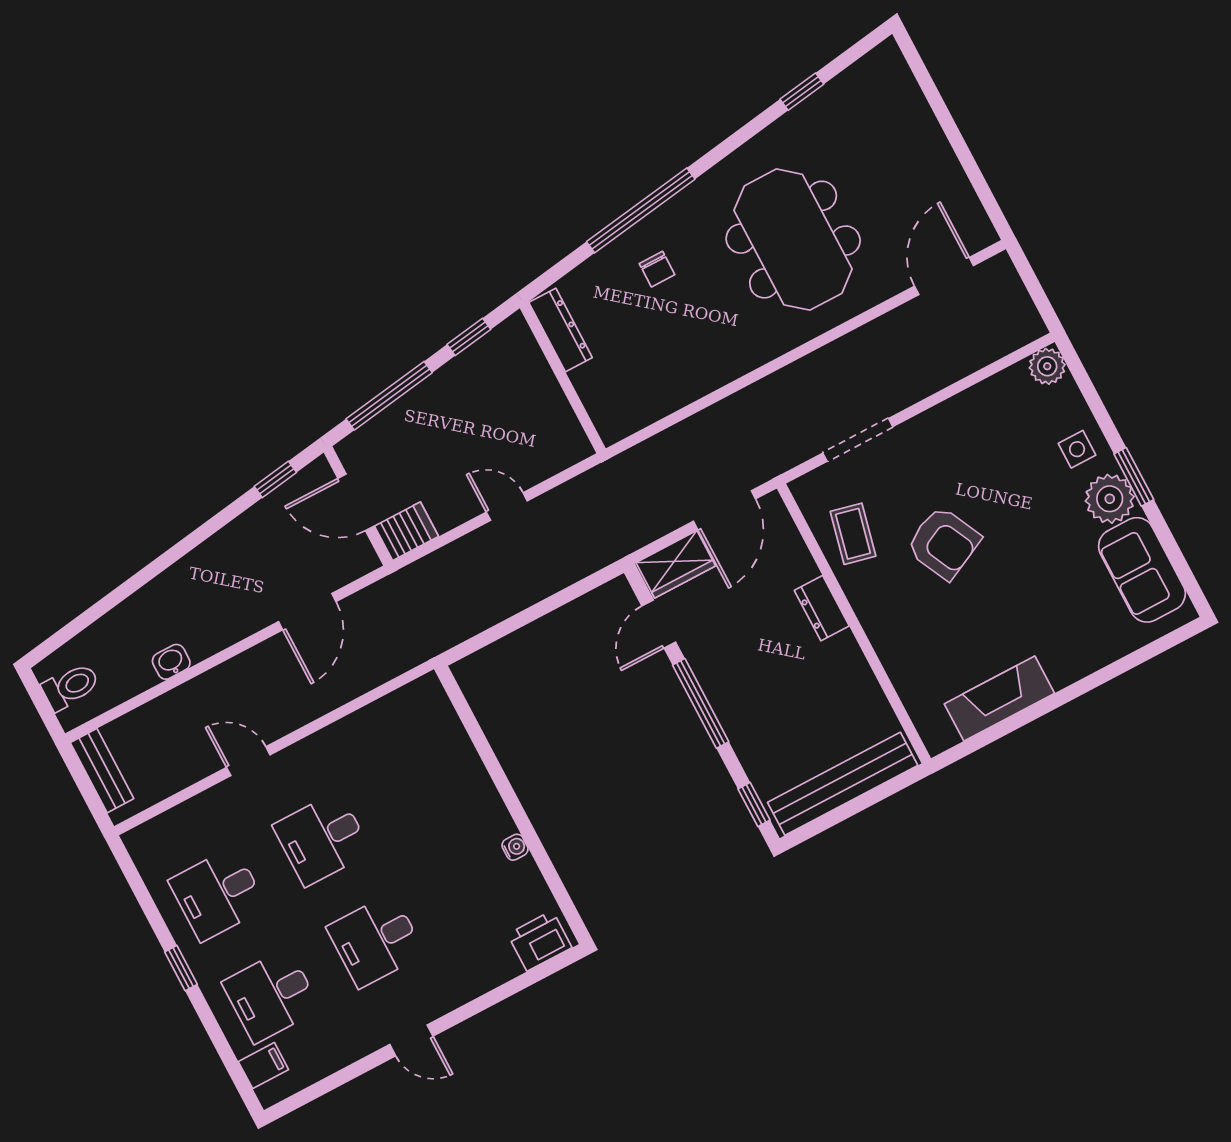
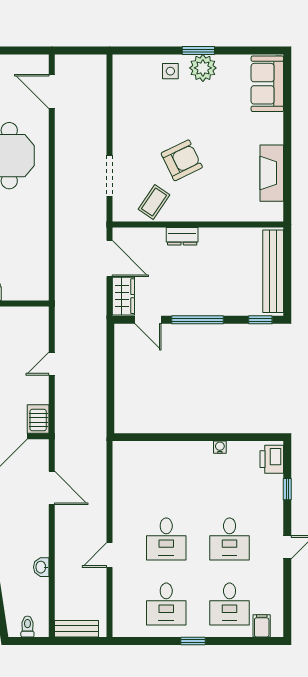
plant: (1047, 366) -> (122, 64), removed
coffee table: (853, 534) -> (154, 202), turned -69
sofa: (1142, 570) -> (267, 84), moved, turned 90
toilet: (71, 687) -> (27, 627), width x0.73, depth x0.72
window: (505, 991) -> (287, 489), added

